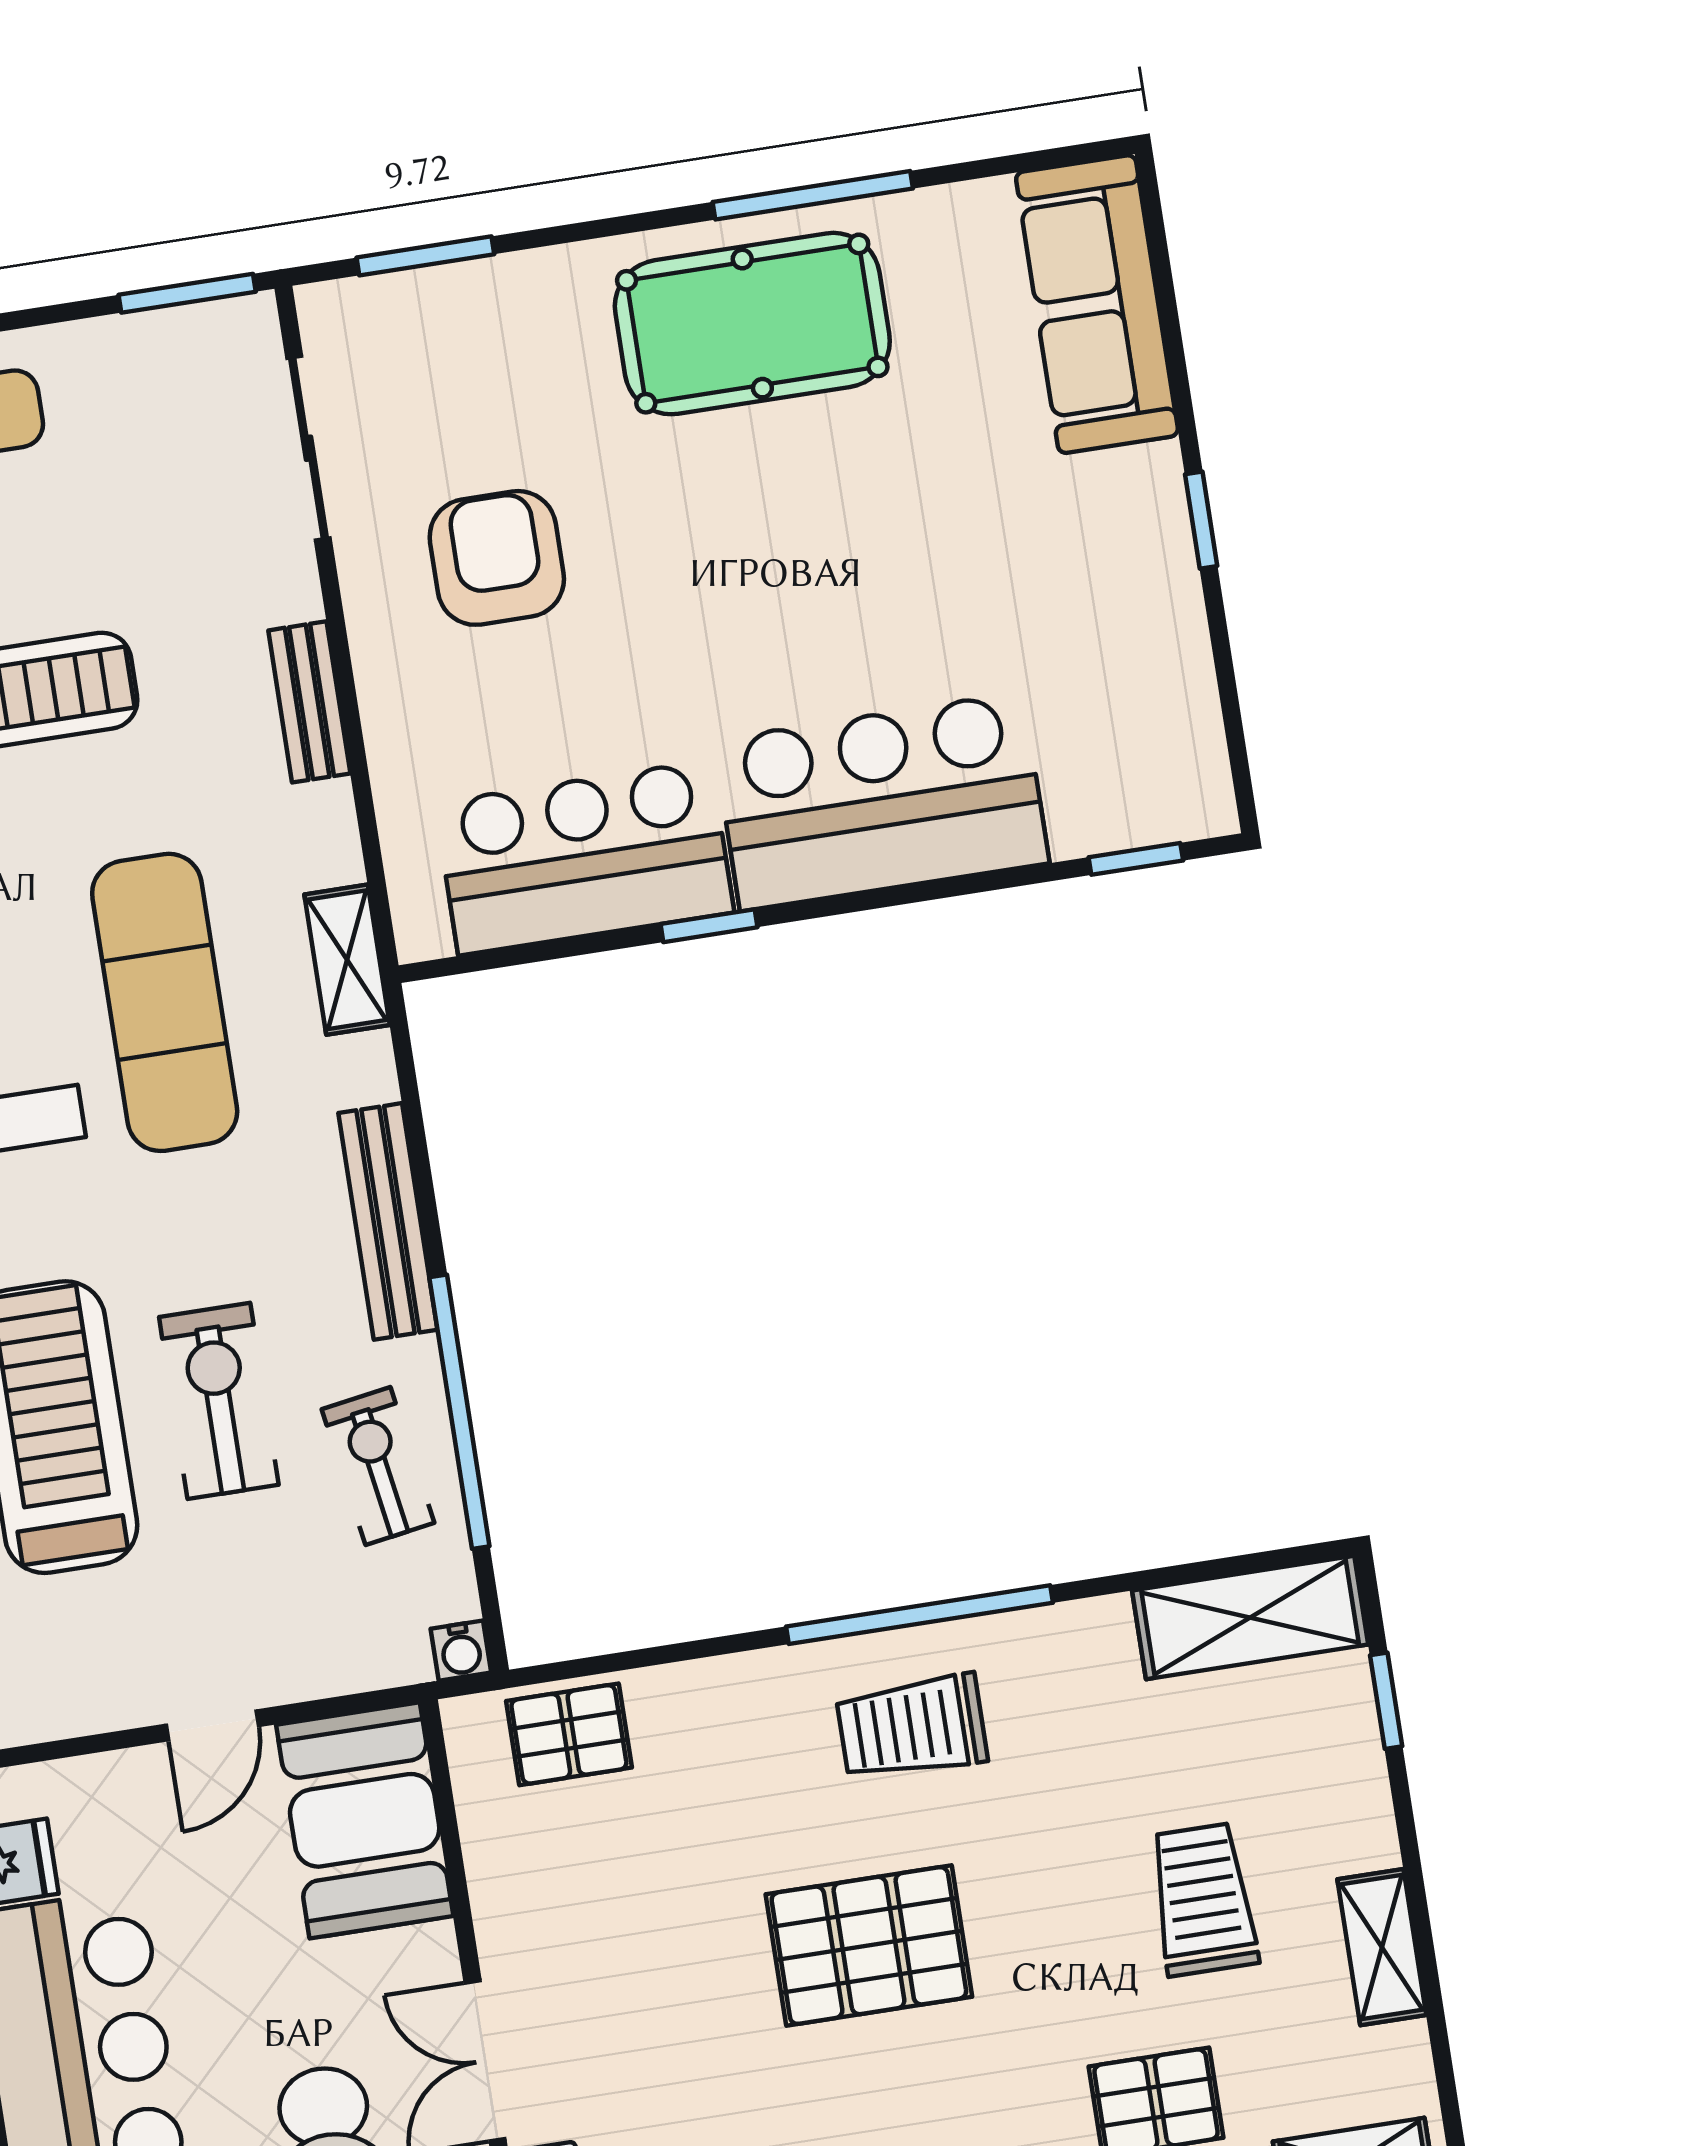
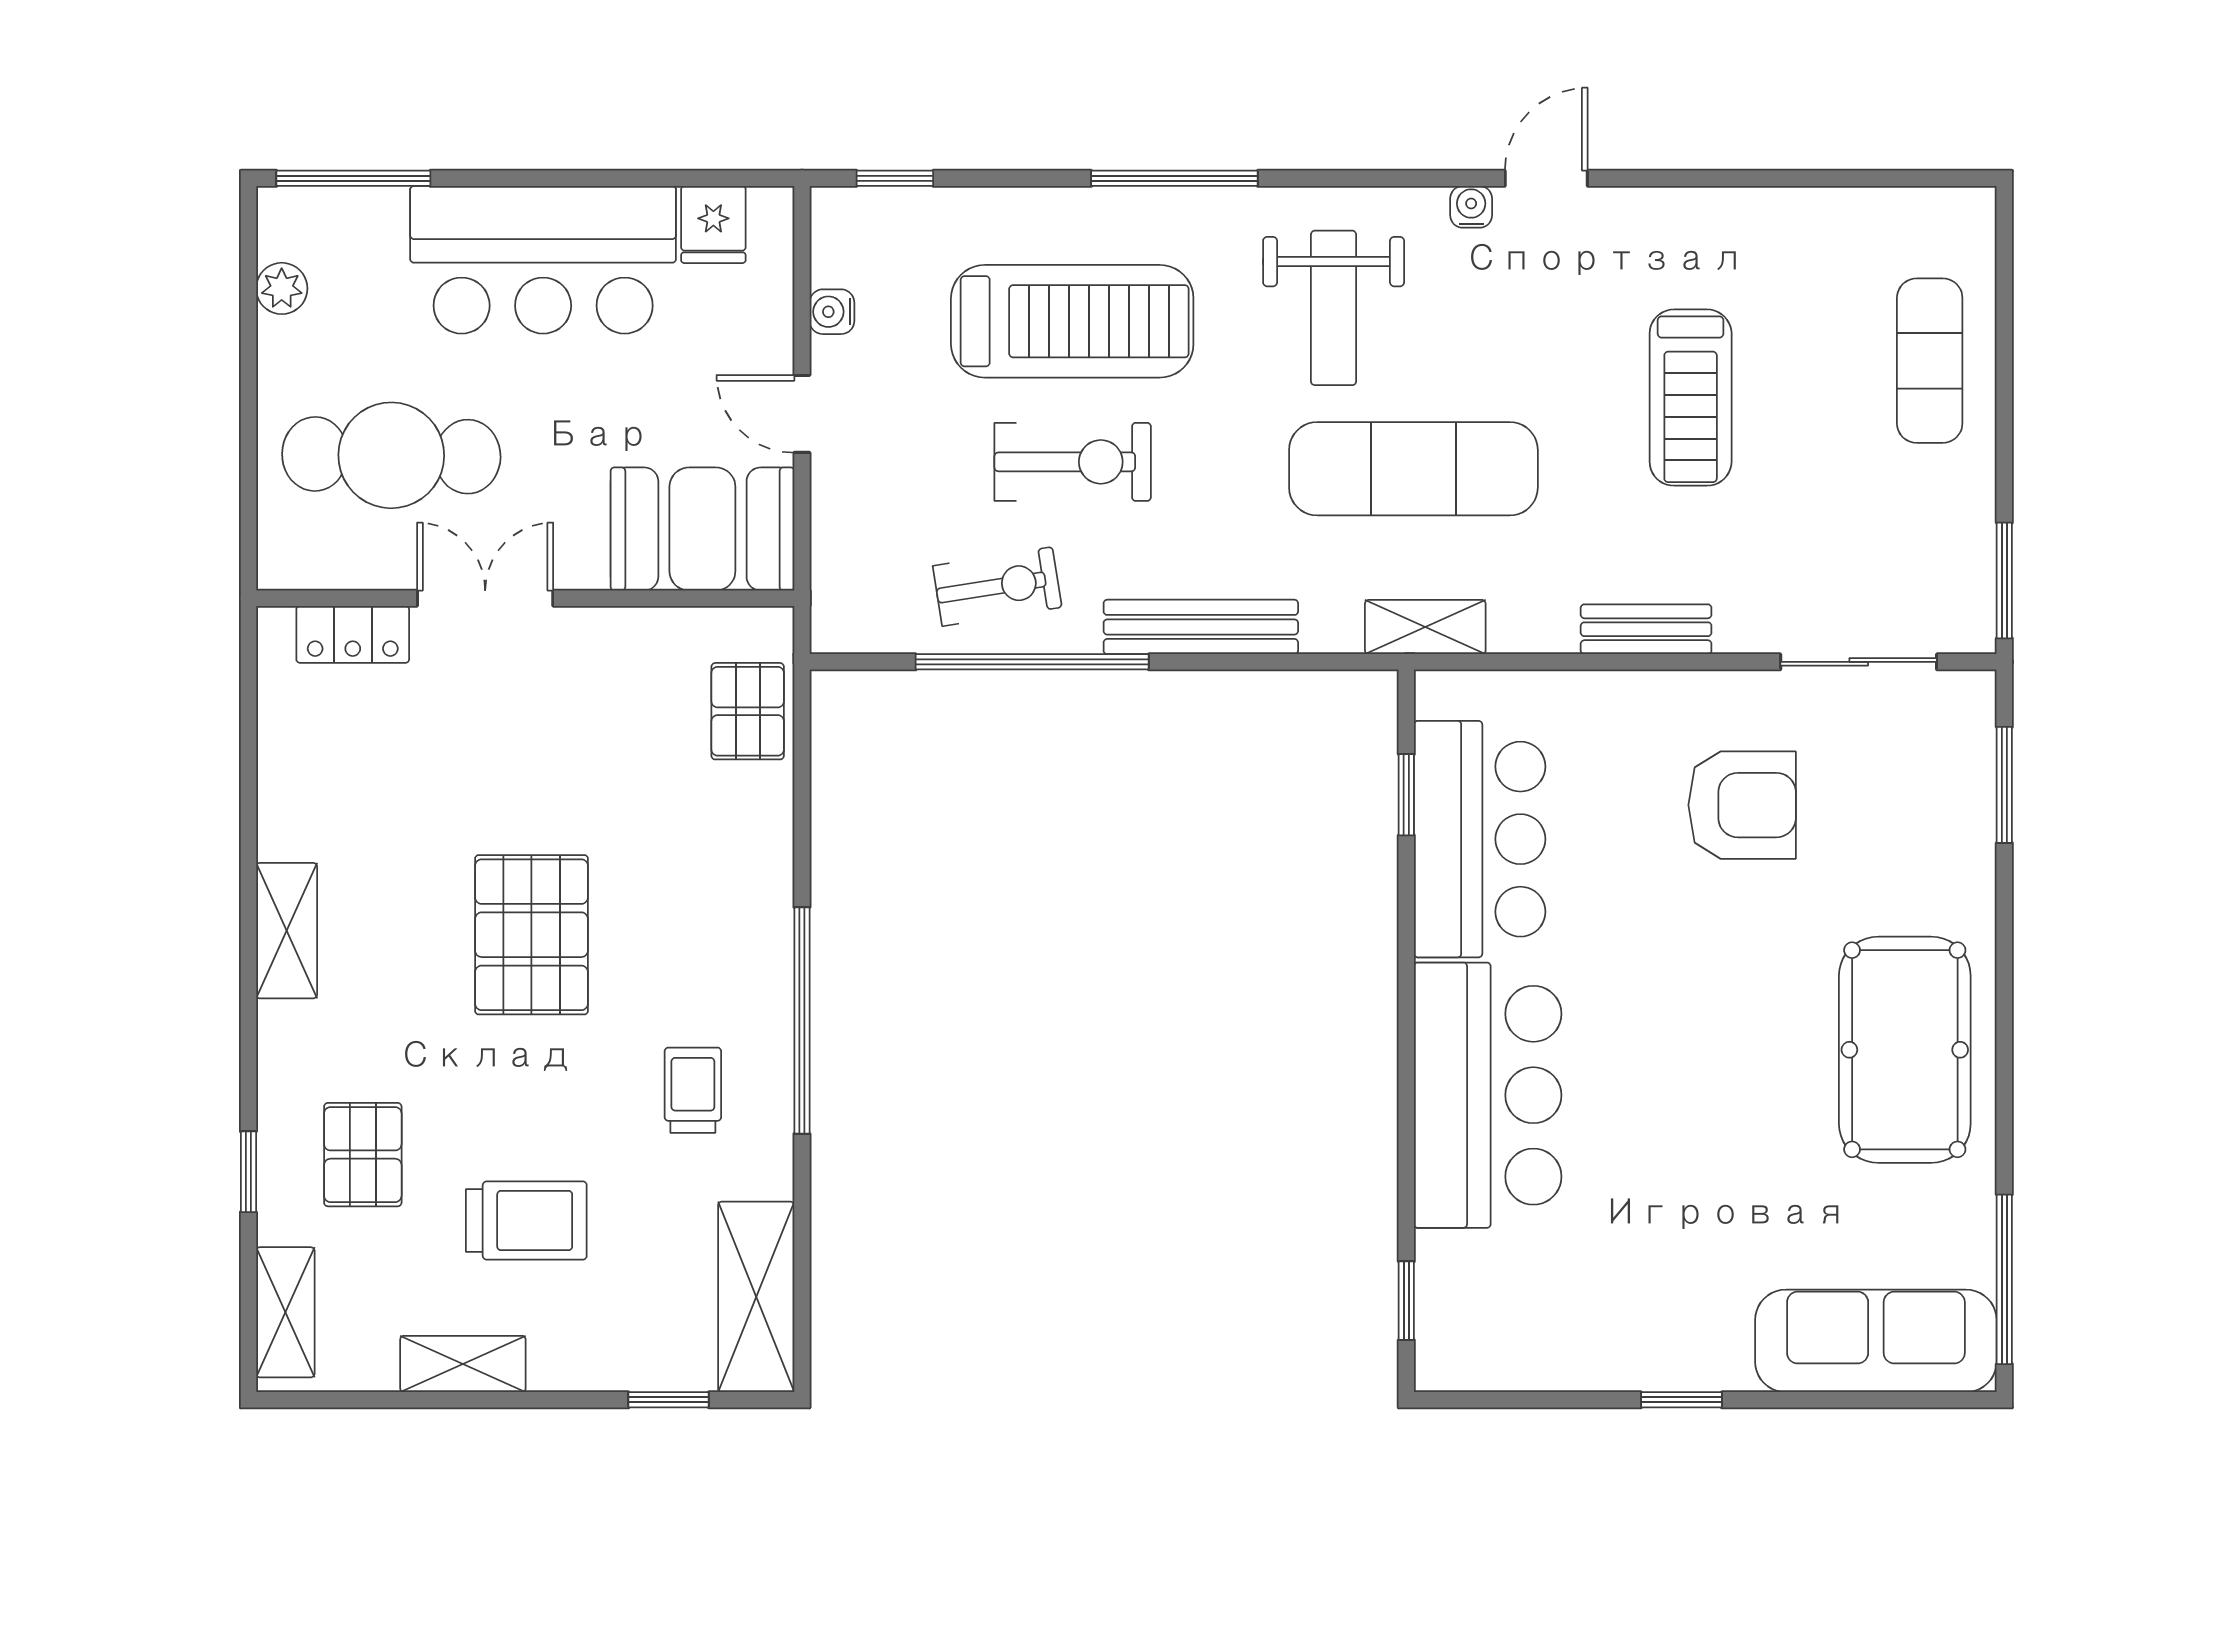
window: (813, 195) -> (2004, 1279), moved
window: (709, 926) -> (1406, 795), moved
water cooler: (461, 1651) -> (832, 312), moved
trolley: (912, 1727) -> (693, 1090), moved, width x0.73, depth x0.72

